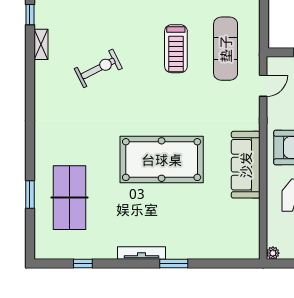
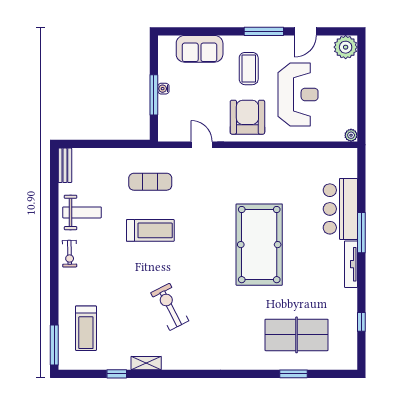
exercise mat: (226, 49) -> (150, 182), width x0.73, depth x0.69
door: (263, 86) -> (202, 145), moved
sofa: (246, 165) -> (264, 162), removed
bar counter: (198, 242) -> (340, 209), added
window: (174, 264) -> (361, 233), width x1.44

